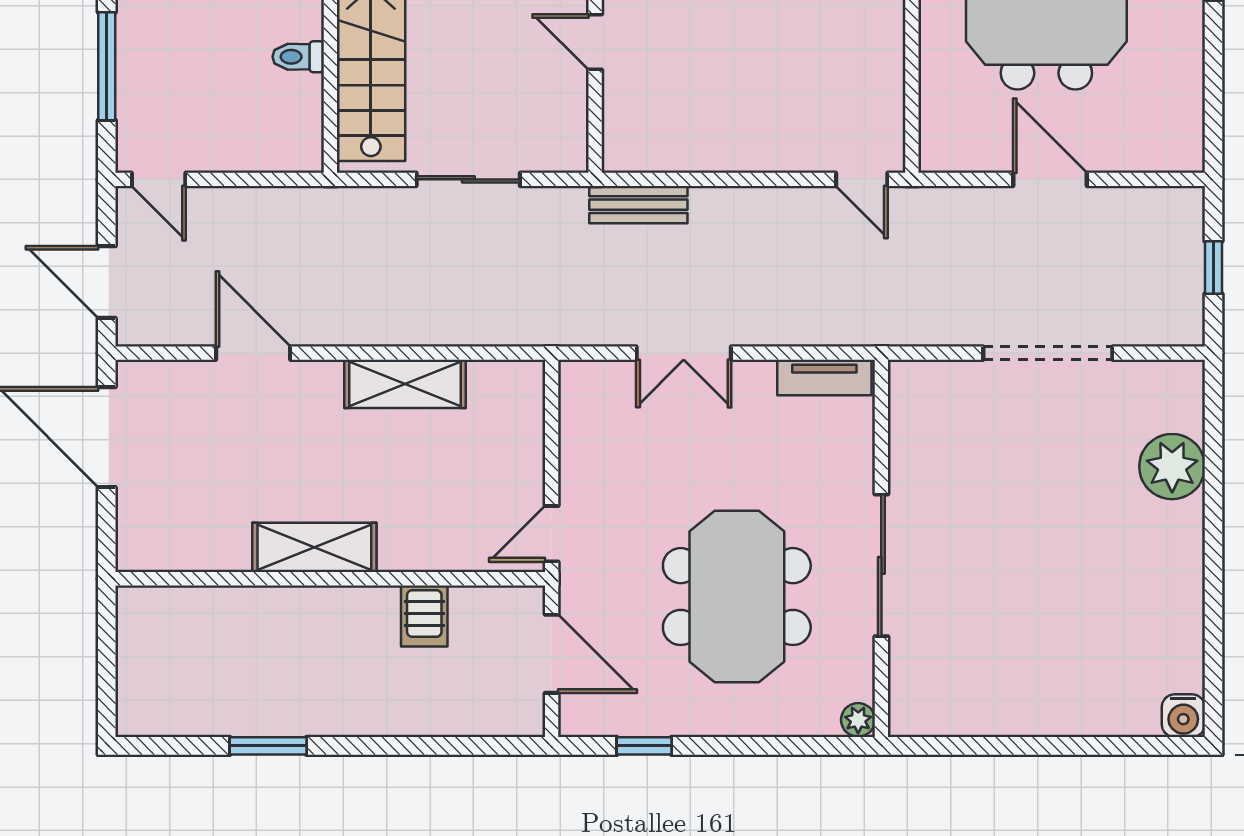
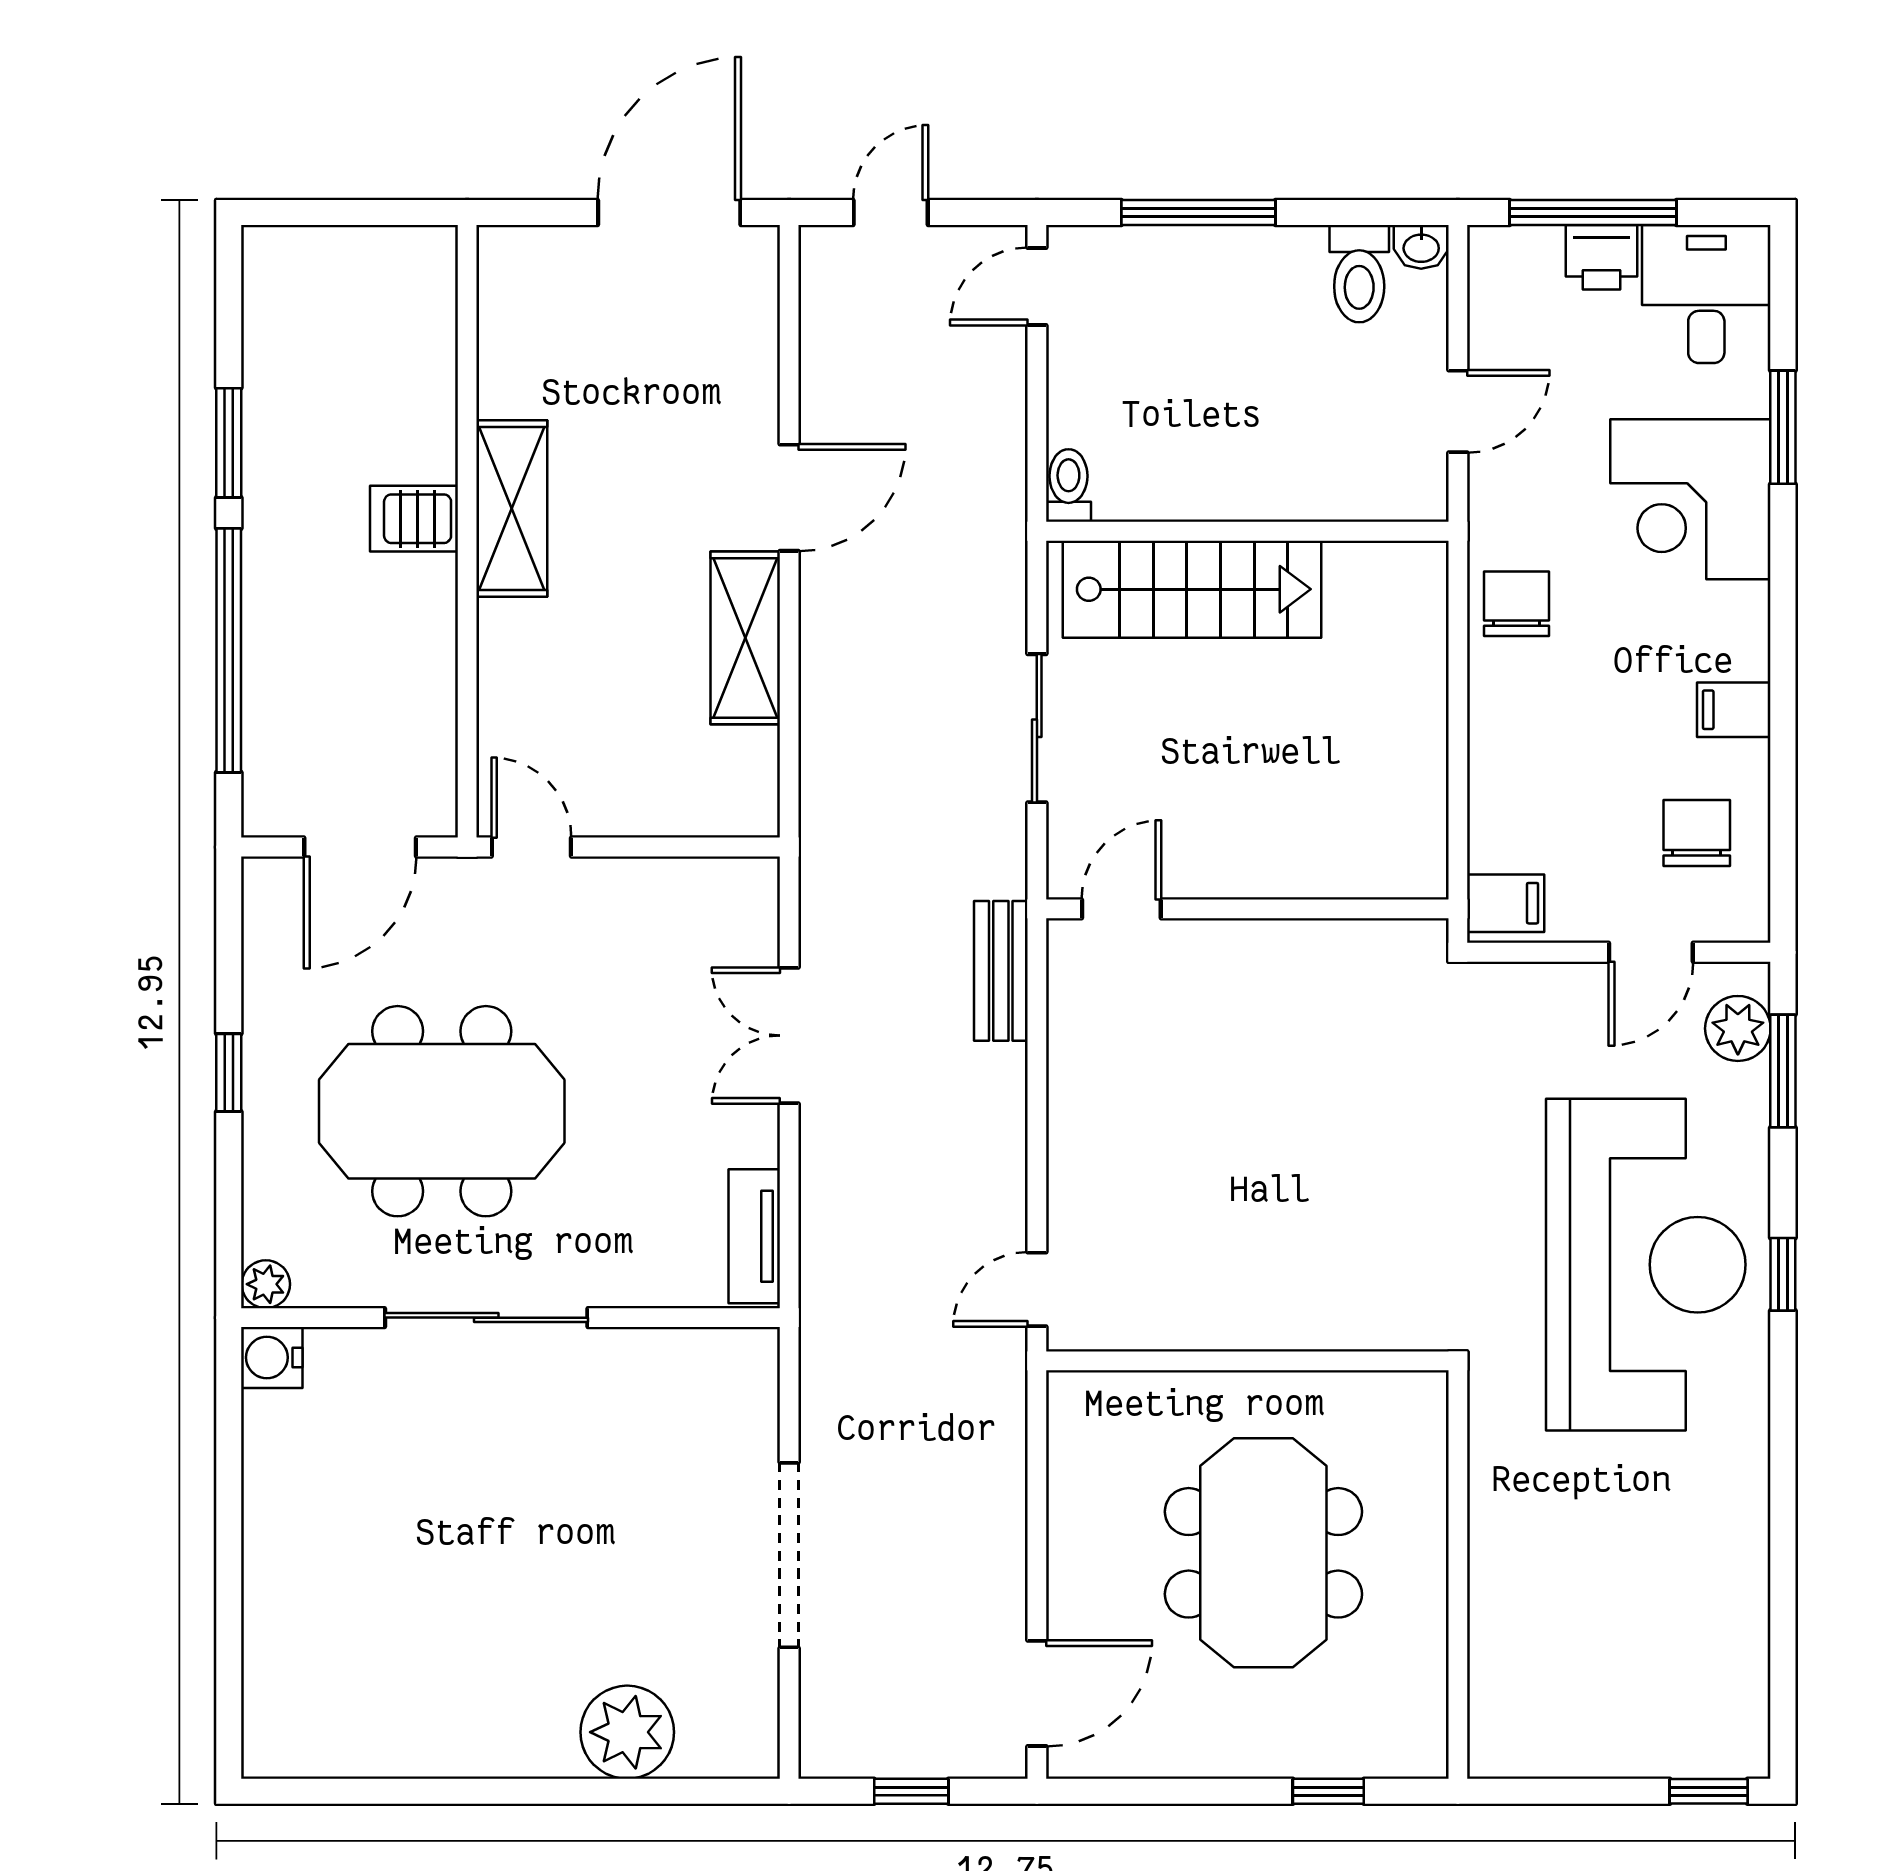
door: (595, 42) -> (1121, 909), moved
toilet: (298, 57) -> (1068, 485), moved
door: (1050, 179) -> (1037, 1693), moved
door: (107, 282) -> (891, 212), width x0.73
door: (253, 353) -> (789, 498), moved
server rack: (424, 616) -> (414, 519), moved
water cooler: (1183, 716) -> (272, 1357), moved
window: (414, 746) -> (229, 650), added
window: (644, 746) -> (229, 1073), moved

